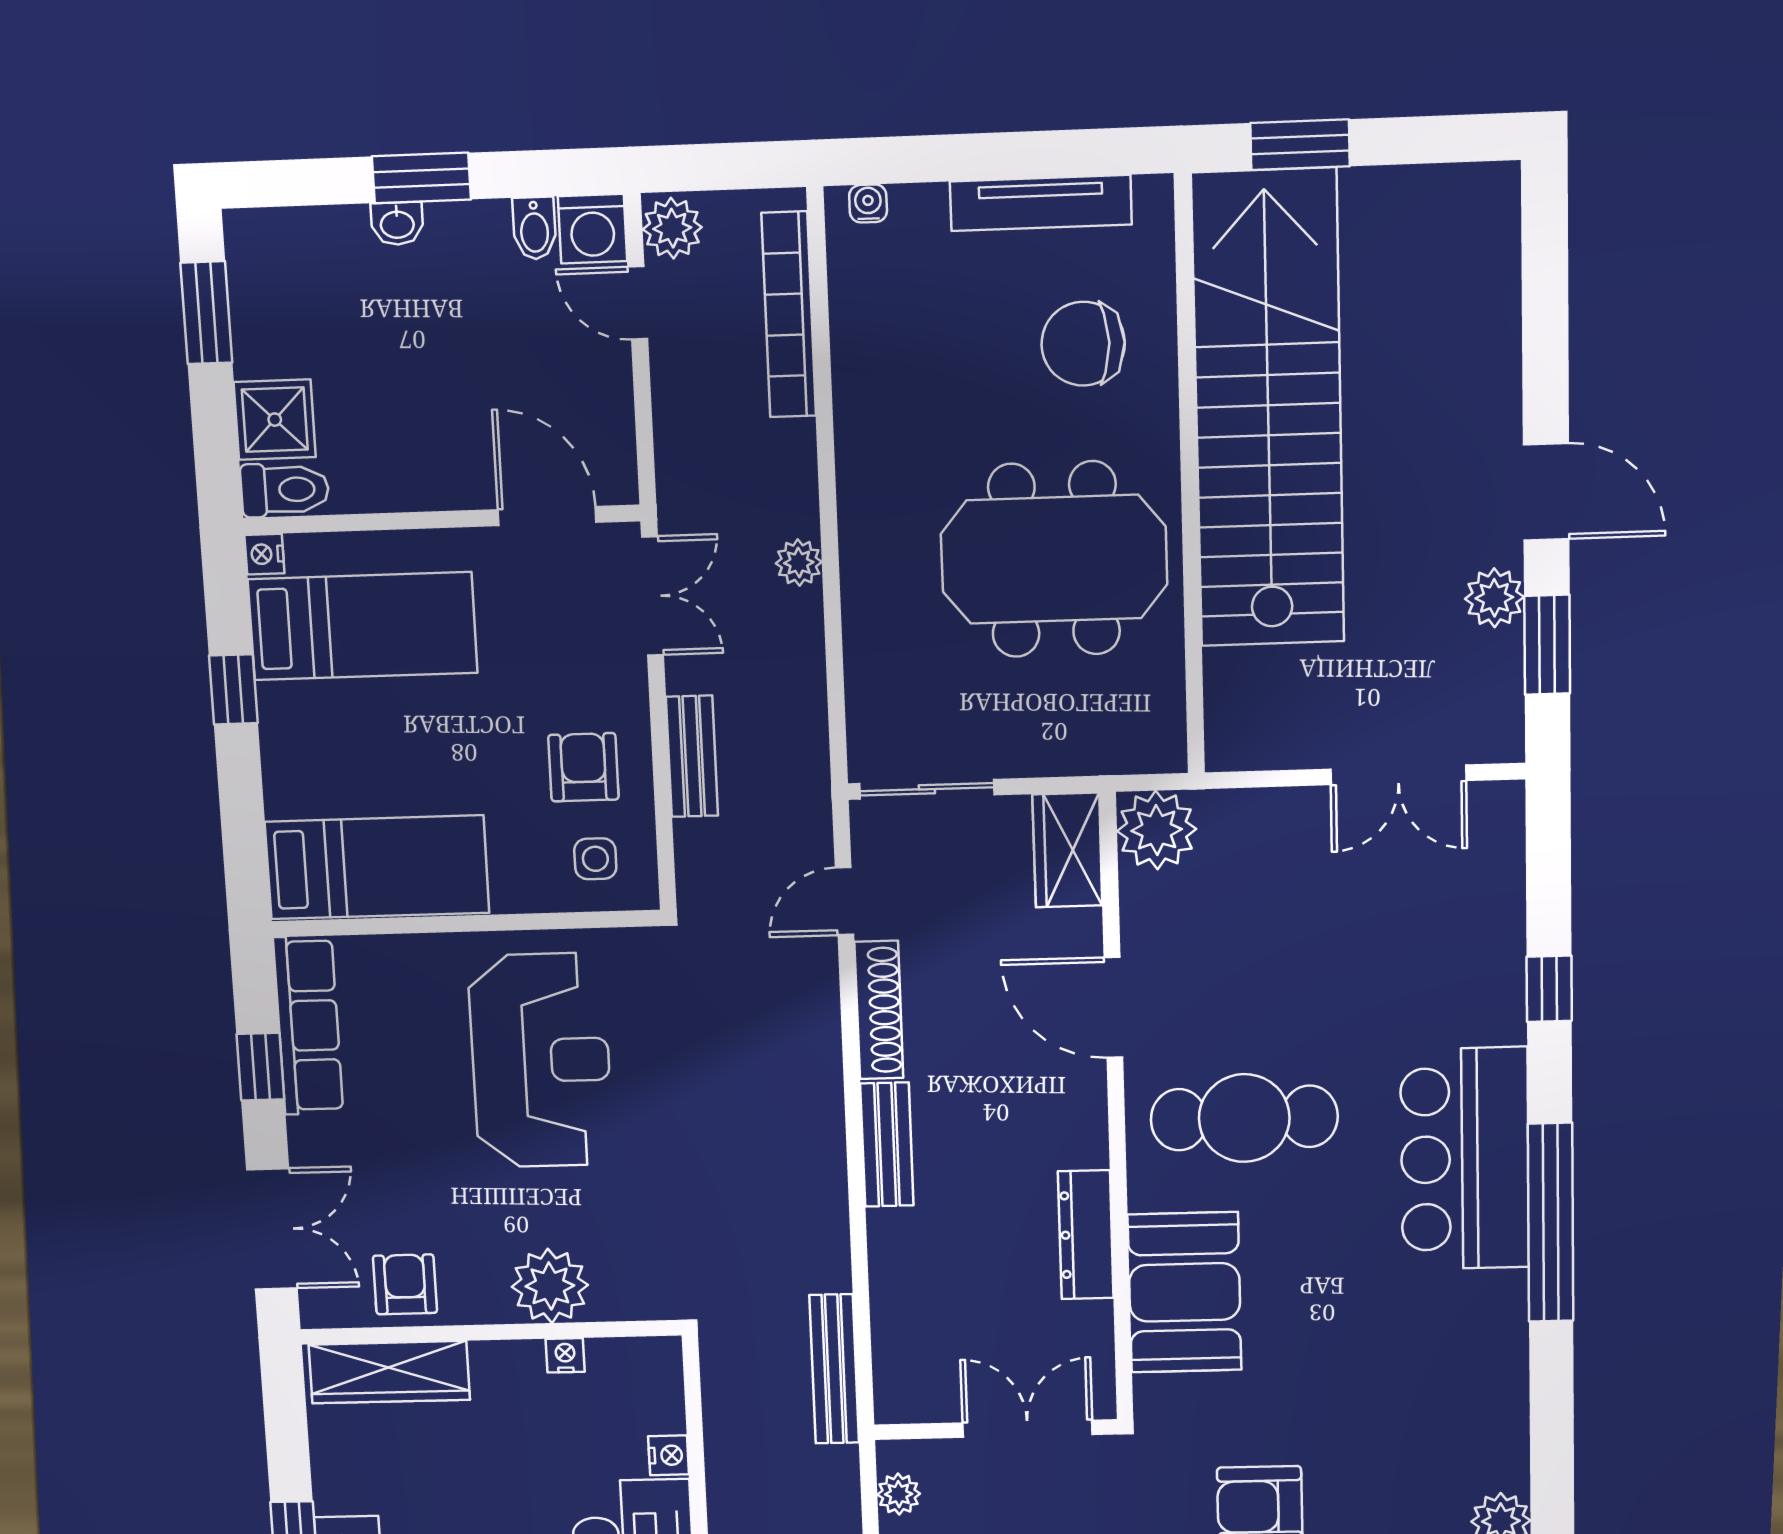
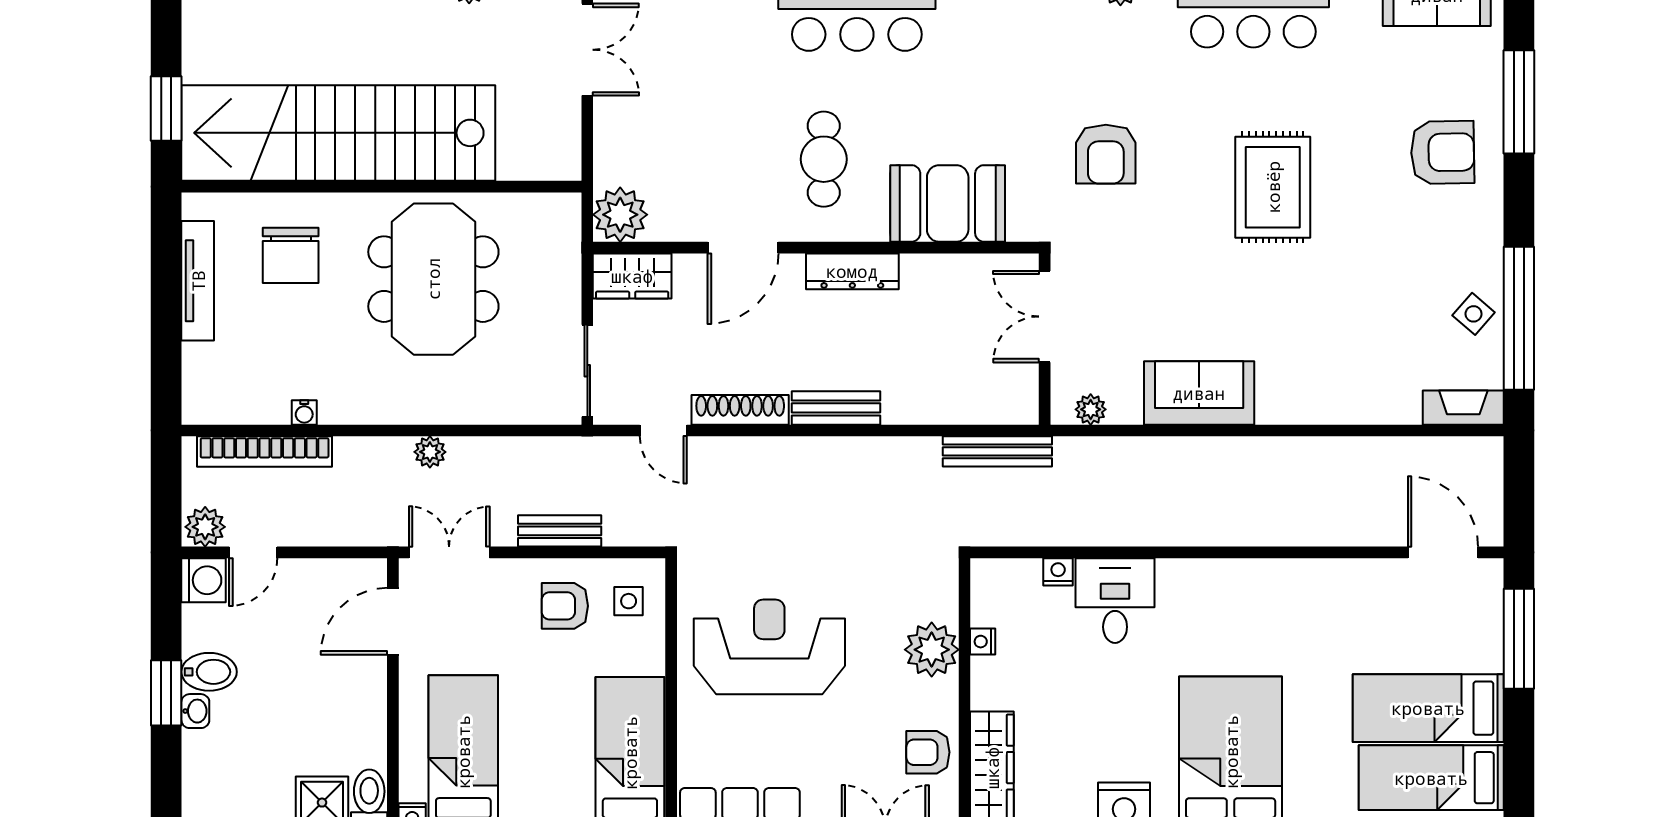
water cooler: (868, 203) -> (304, 412), moved, turned -90
bidet: (534, 228) -> (209, 672), moved, width x1.38, depth x1.36
cafe table: (1244, 1118) -> (824, 159), width x0.73, depth x0.74
dresser: (1086, 1235) -> (852, 271), moved

